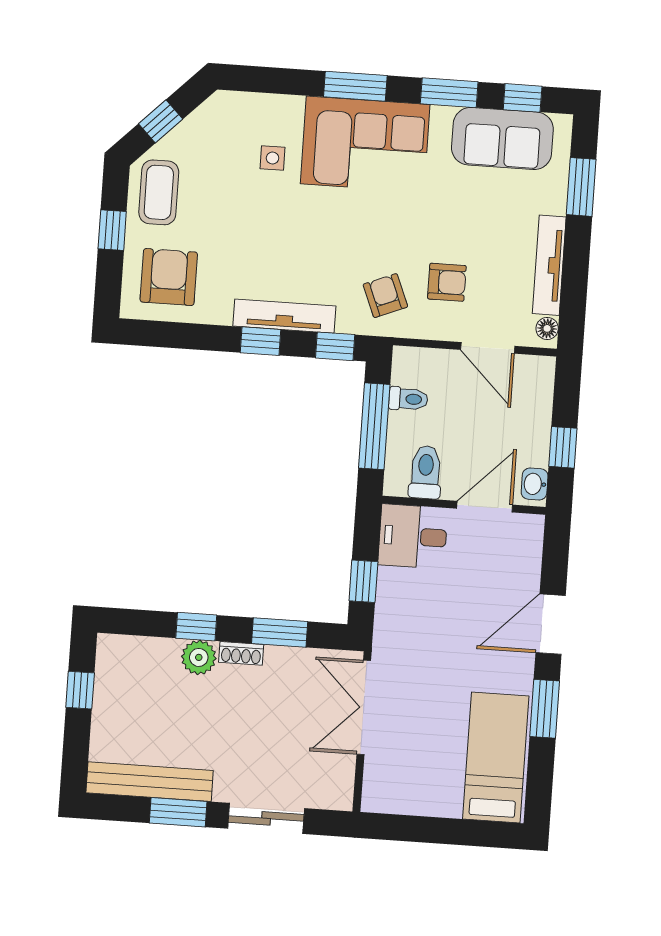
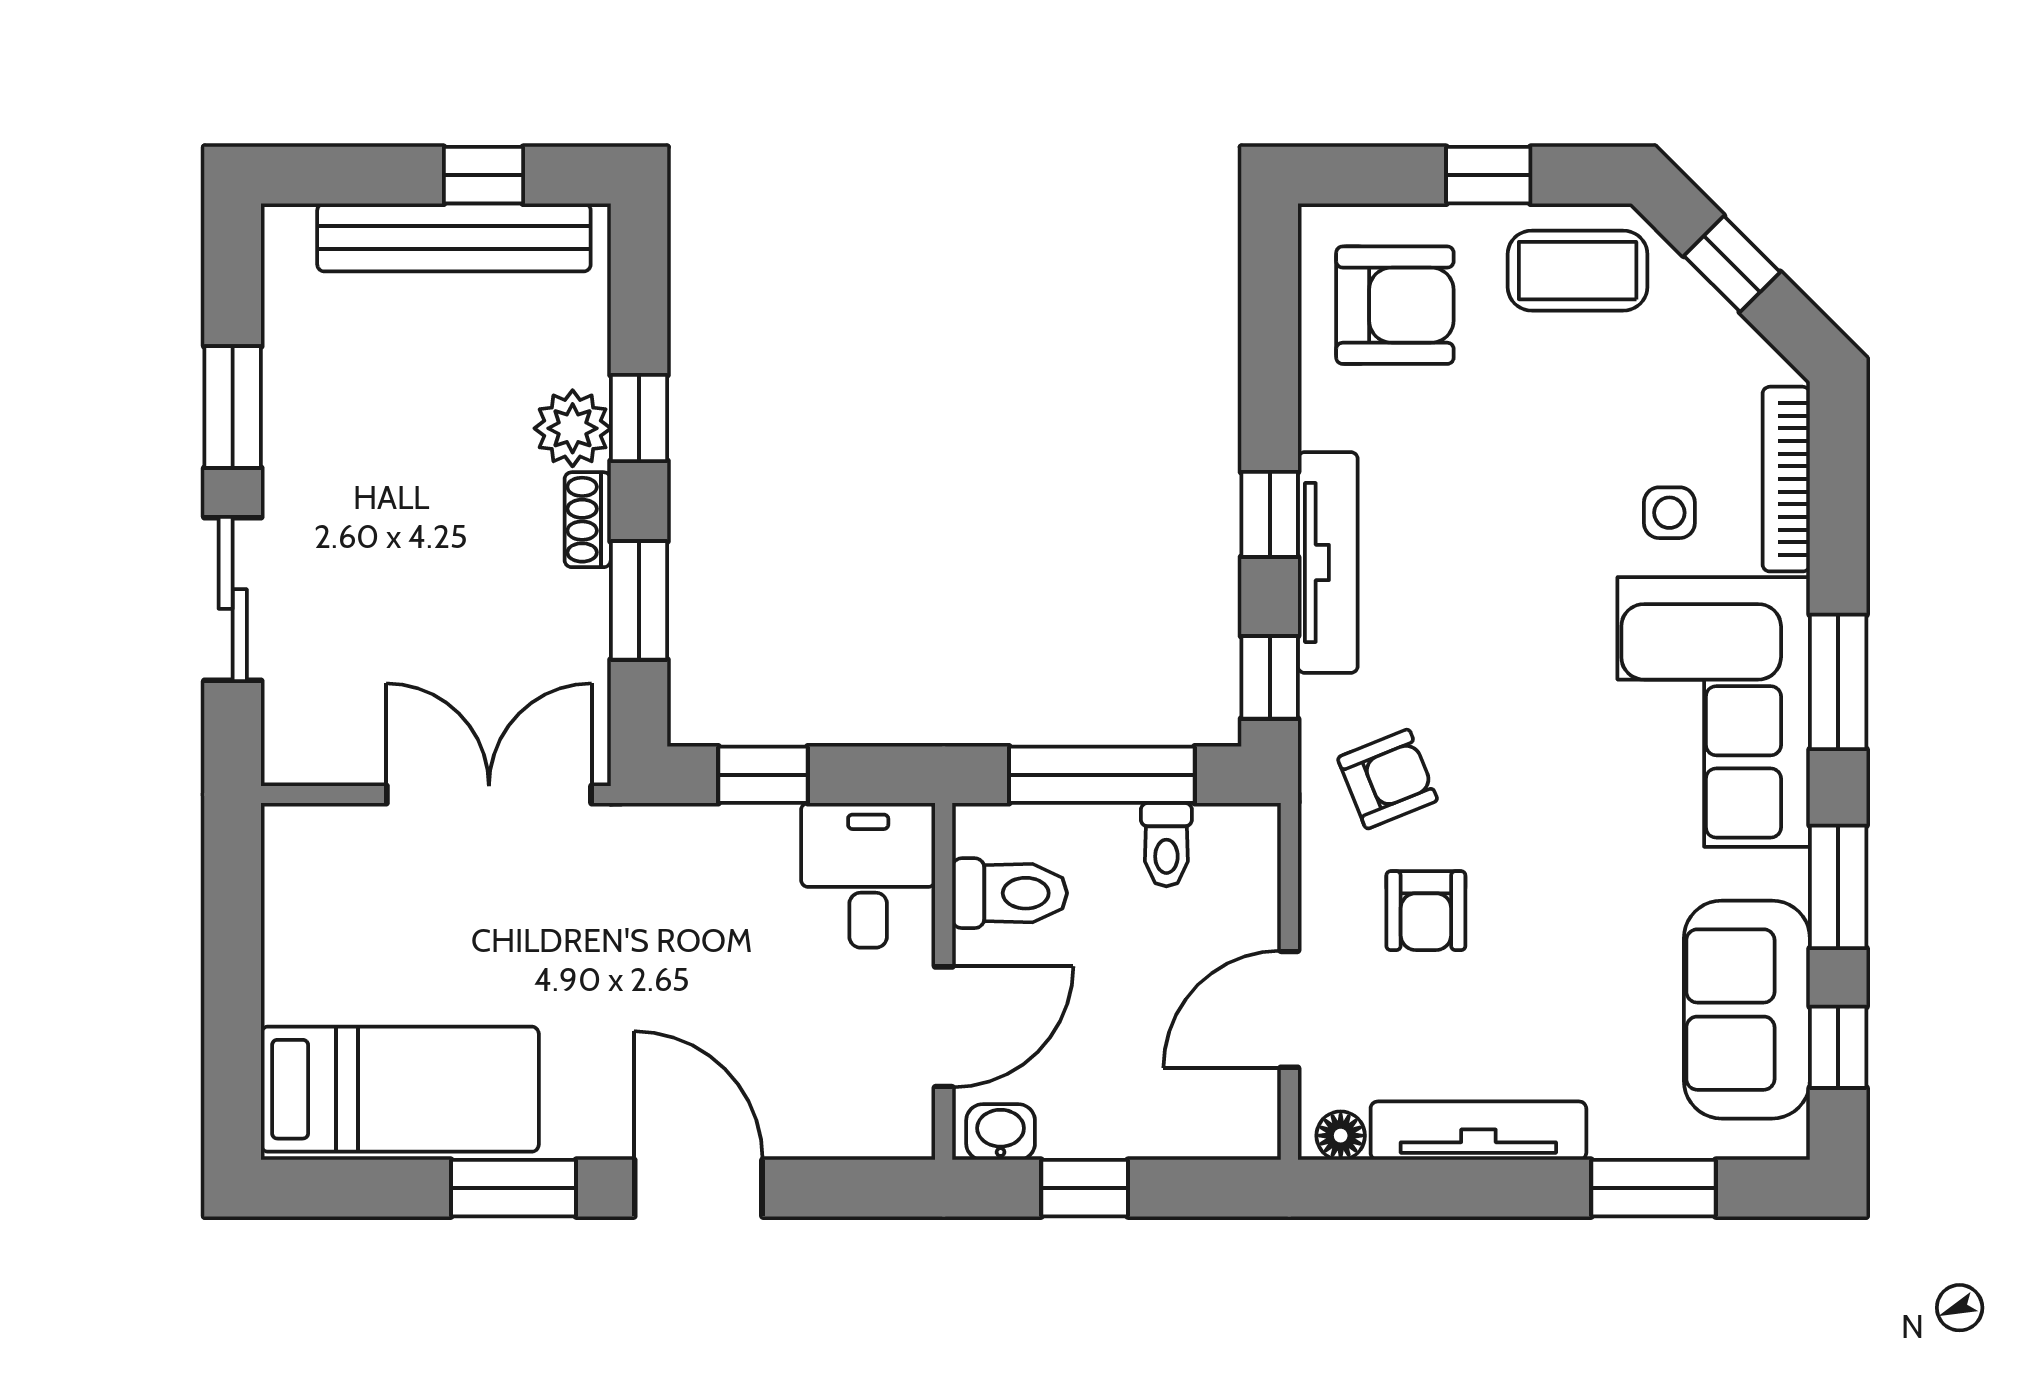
bookcase: (261, 103) -> (1786, 479), added
door: (485, 507) -> (944, 1027), hinge flipped
bench: (150, 782) -> (454, 237), moved, turned 90

